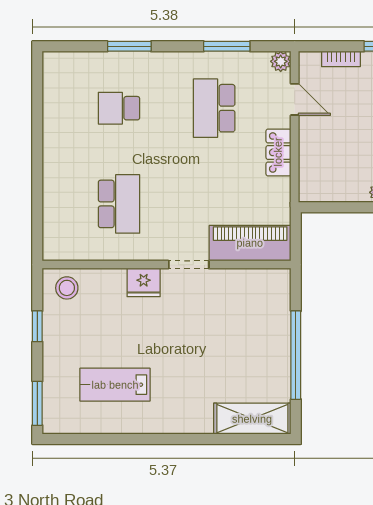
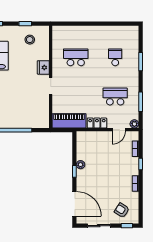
school desk: (119, 204) -> (76, 57), turned 180
piano: (250, 243) -> (69, 121), moved, turned -90
stool: (67, 288) -> (30, 40), moved

